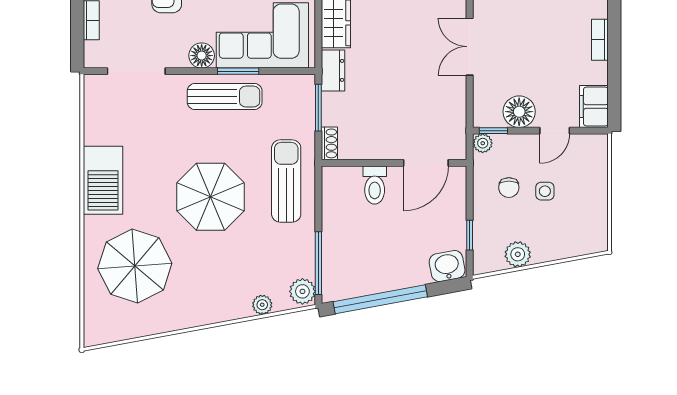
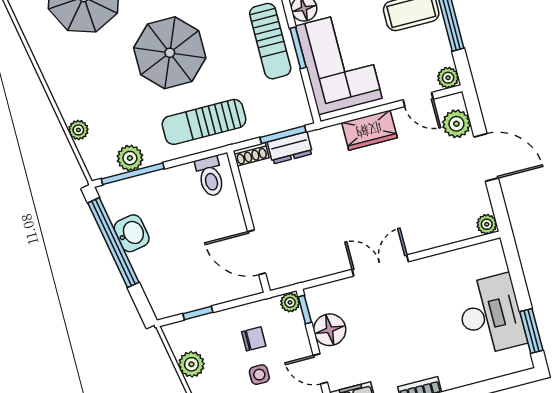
dresser: (333, 70) -> (290, 148), moved
sun lounger: (286, 181) -> (204, 122), turned 180
toilet: (375, 185) -> (210, 177), moved, turned -90
chair: (509, 188) -> (254, 339), turned 180
washbasin: (447, 266) -> (132, 233), moved
plant: (302, 291) -> (130, 158), moved

